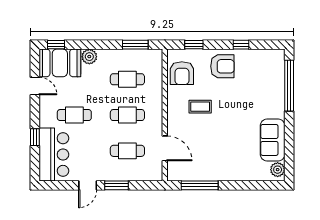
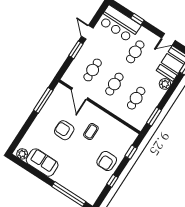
armchair: (182, 73) -> (64, 130), moved
door: (165, 148) -> (79, 94), hinge flipped

